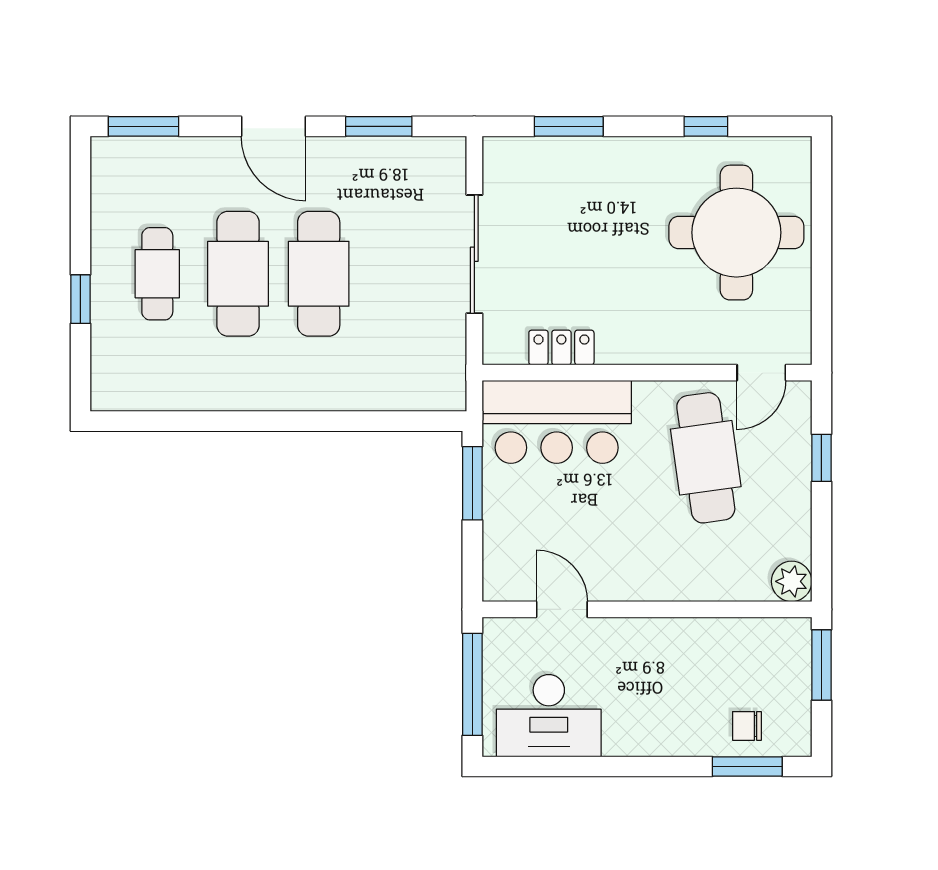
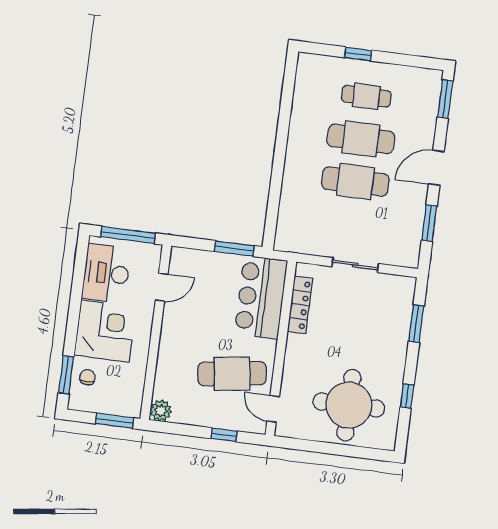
sliding door: (474, 254) -> (355, 265), width x0.73
locker: (561, 348) -> (300, 305), width x1.53
corner desk: (657, 704) -> (105, 331), added

